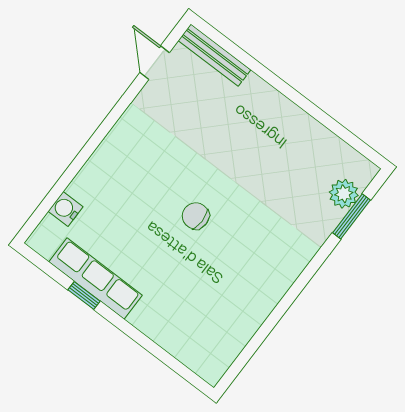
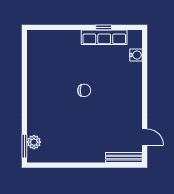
window: (352, 216) -> (24, 146), moved

